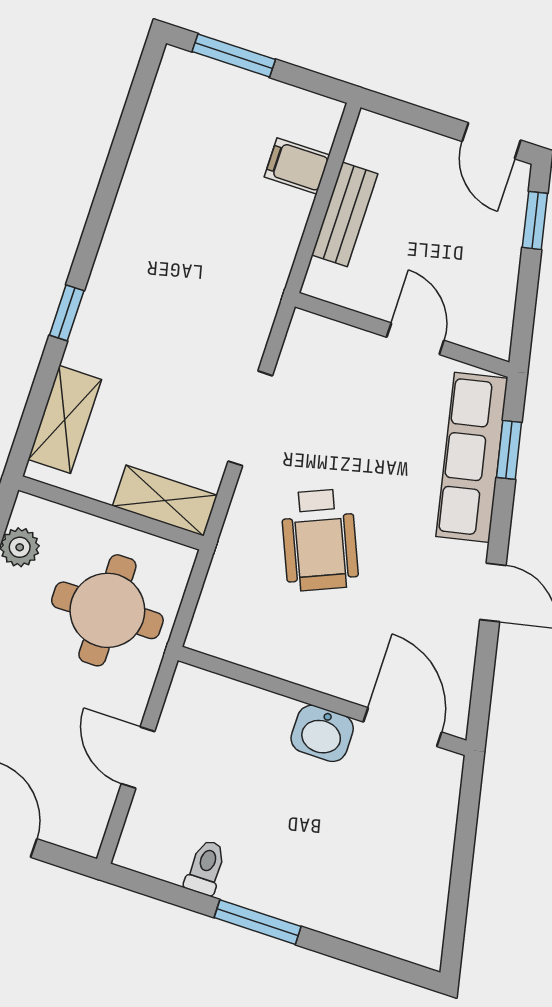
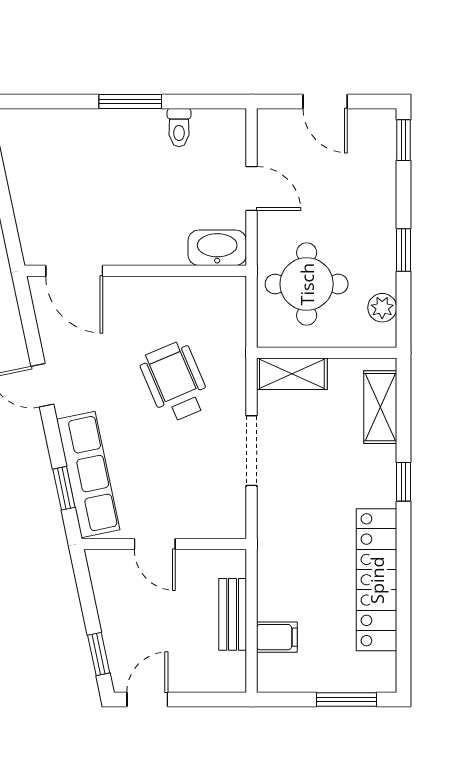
door: (491, 141) -> (147, 699), hinge flipped
locker: (144, 198) -> (377, 580), added
washbasin: (322, 733) -> (217, 248), moved, width x1.38

